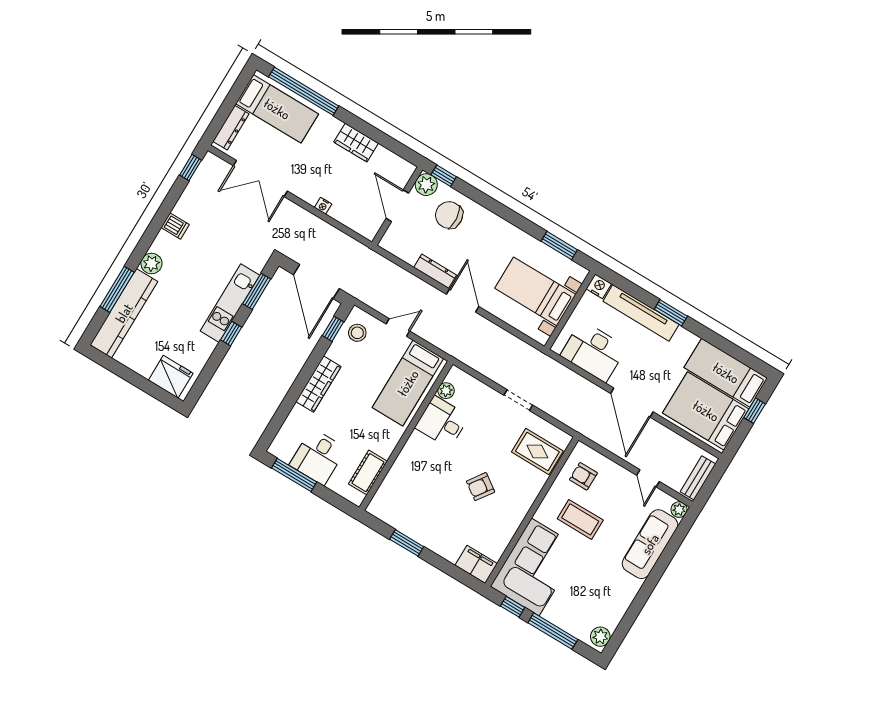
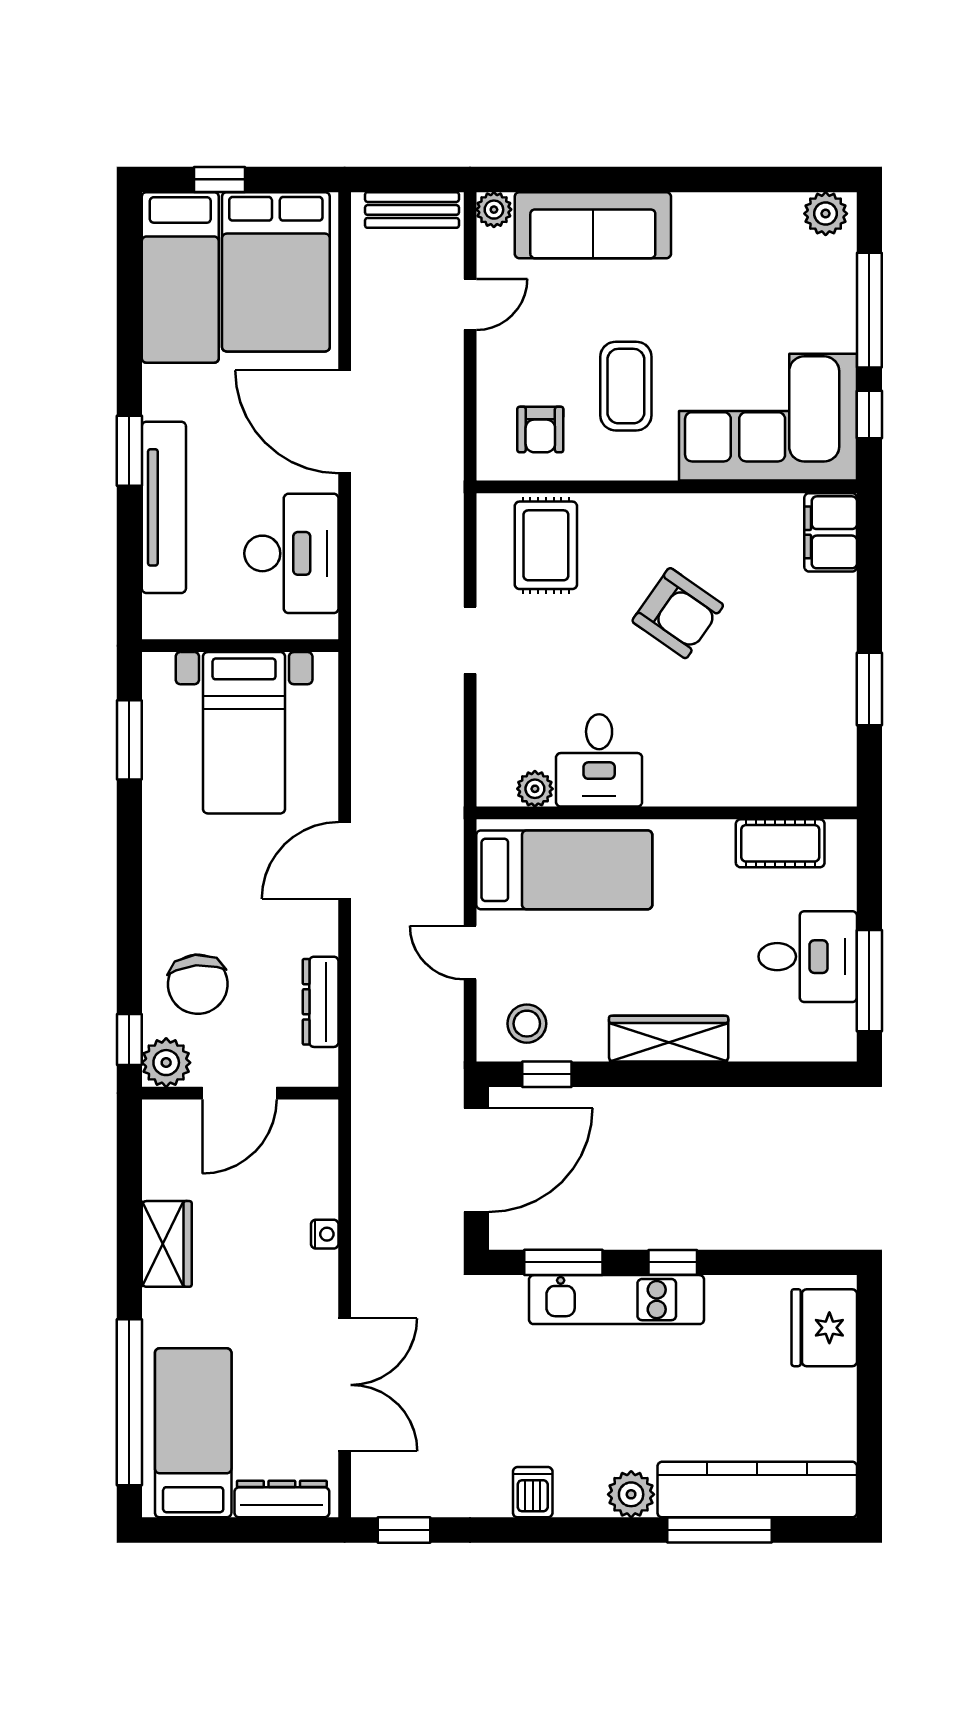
dresser: (435, 271) -> (321, 1002), moved
nightstand: (599, 286) -> (162, 618), removed
door: (632, 403) -> (345, 422), swing flipped
armchair: (481, 487) -> (678, 613), width x1.38, depth x1.38

